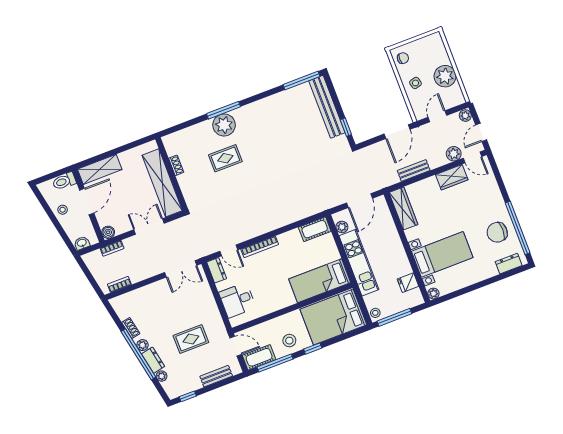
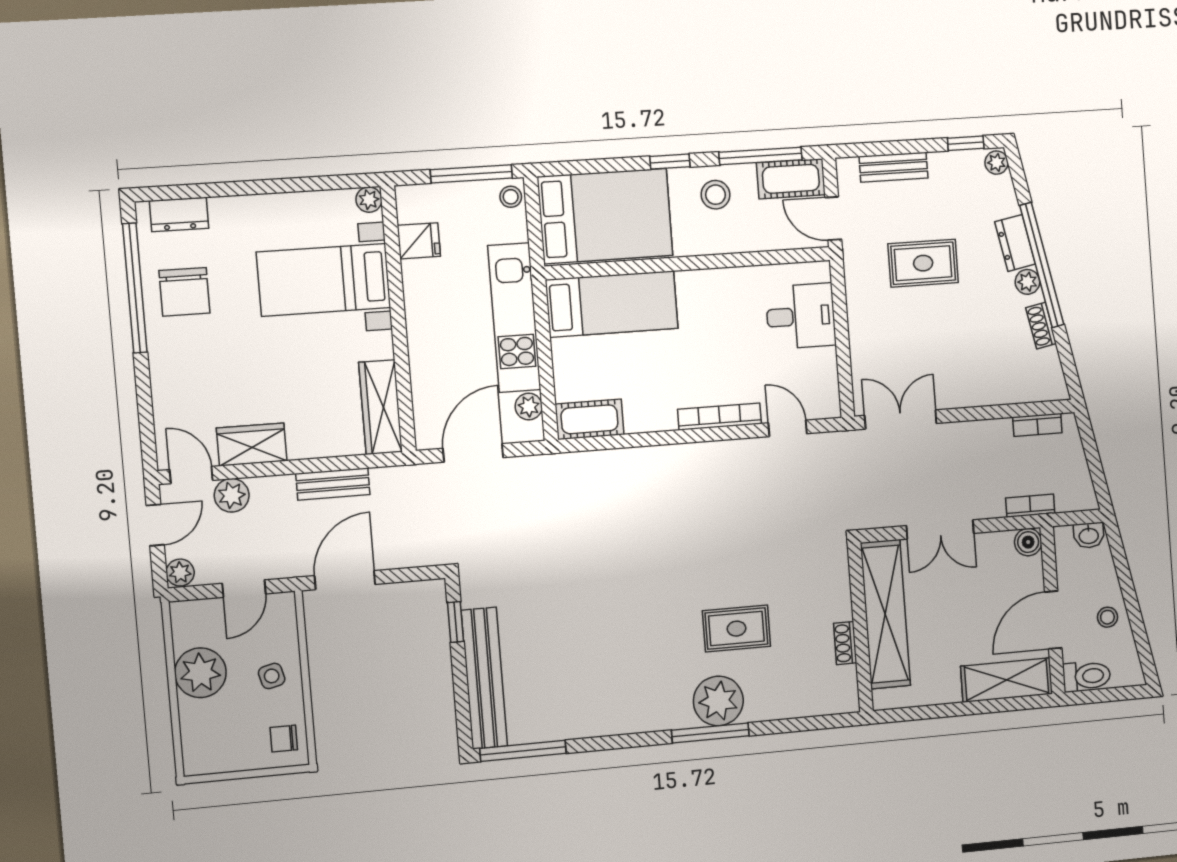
chair: (497, 232) -> (184, 292), turned 90
dresser: (217, 270) -> (826, 394), removed
plant: (162, 376) -> (997, 163), moved

